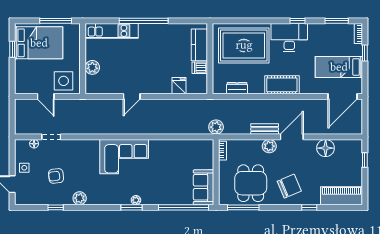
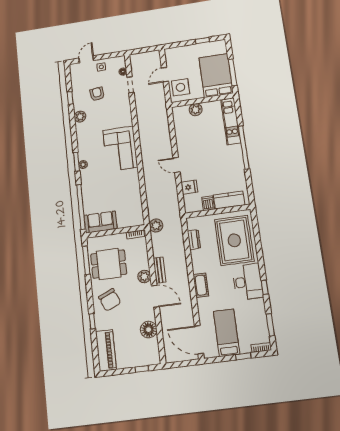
bed: (39, 43) -> (216, 75), moved, turned 180
cot: (282, 85) -> (201, 285), width x0.73, depth x0.75
door: (132, 96) -> (177, 165), moved

